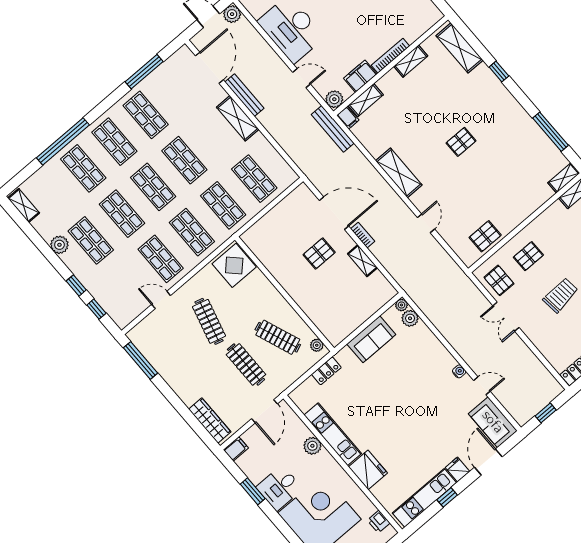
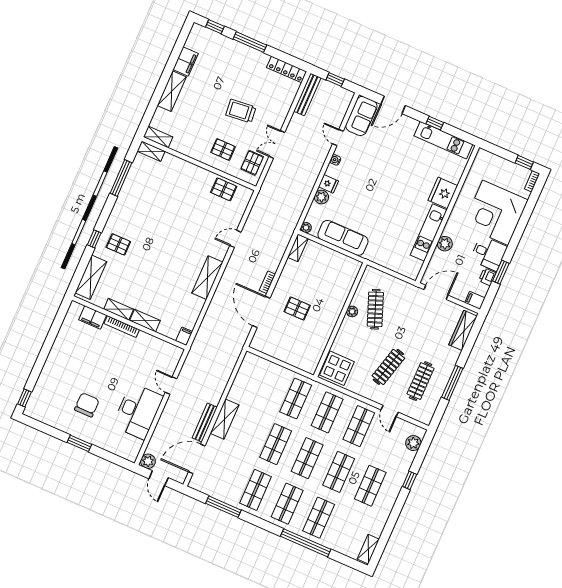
filing cabinet: (360, 76) -> (93, 317), moved
plant: (334, 99) -> (175, 353), removed
shelving: (366, 100) -> (145, 321), moved
bench: (333, 129) -> (307, 94), moved
pallet: (461, 142) -> (118, 244), moved
shop shelf: (254, 179) -> (264, 385), removed
plant: (59, 245) -> (413, 443), moved
shelving: (362, 261) -> (298, 248), moved
window: (96, 309) -> (420, 456), removed
double door: (506, 317) -> (277, 144), swing flipped
plant: (410, 318) -> (321, 197), moved
sofa: (371, 339) -> (343, 238), width x1.36
plant: (317, 345) -> (352, 311), moved
window: (140, 360) -> (452, 383), moved
clothes rail: (246, 364) -> (421, 381), moved
locker: (326, 371) -> (383, 260), removed
fridge: (458, 469) -> (328, 184), moved, turned -90
printer: (379, 522) -> (487, 277), moved, turned 180

